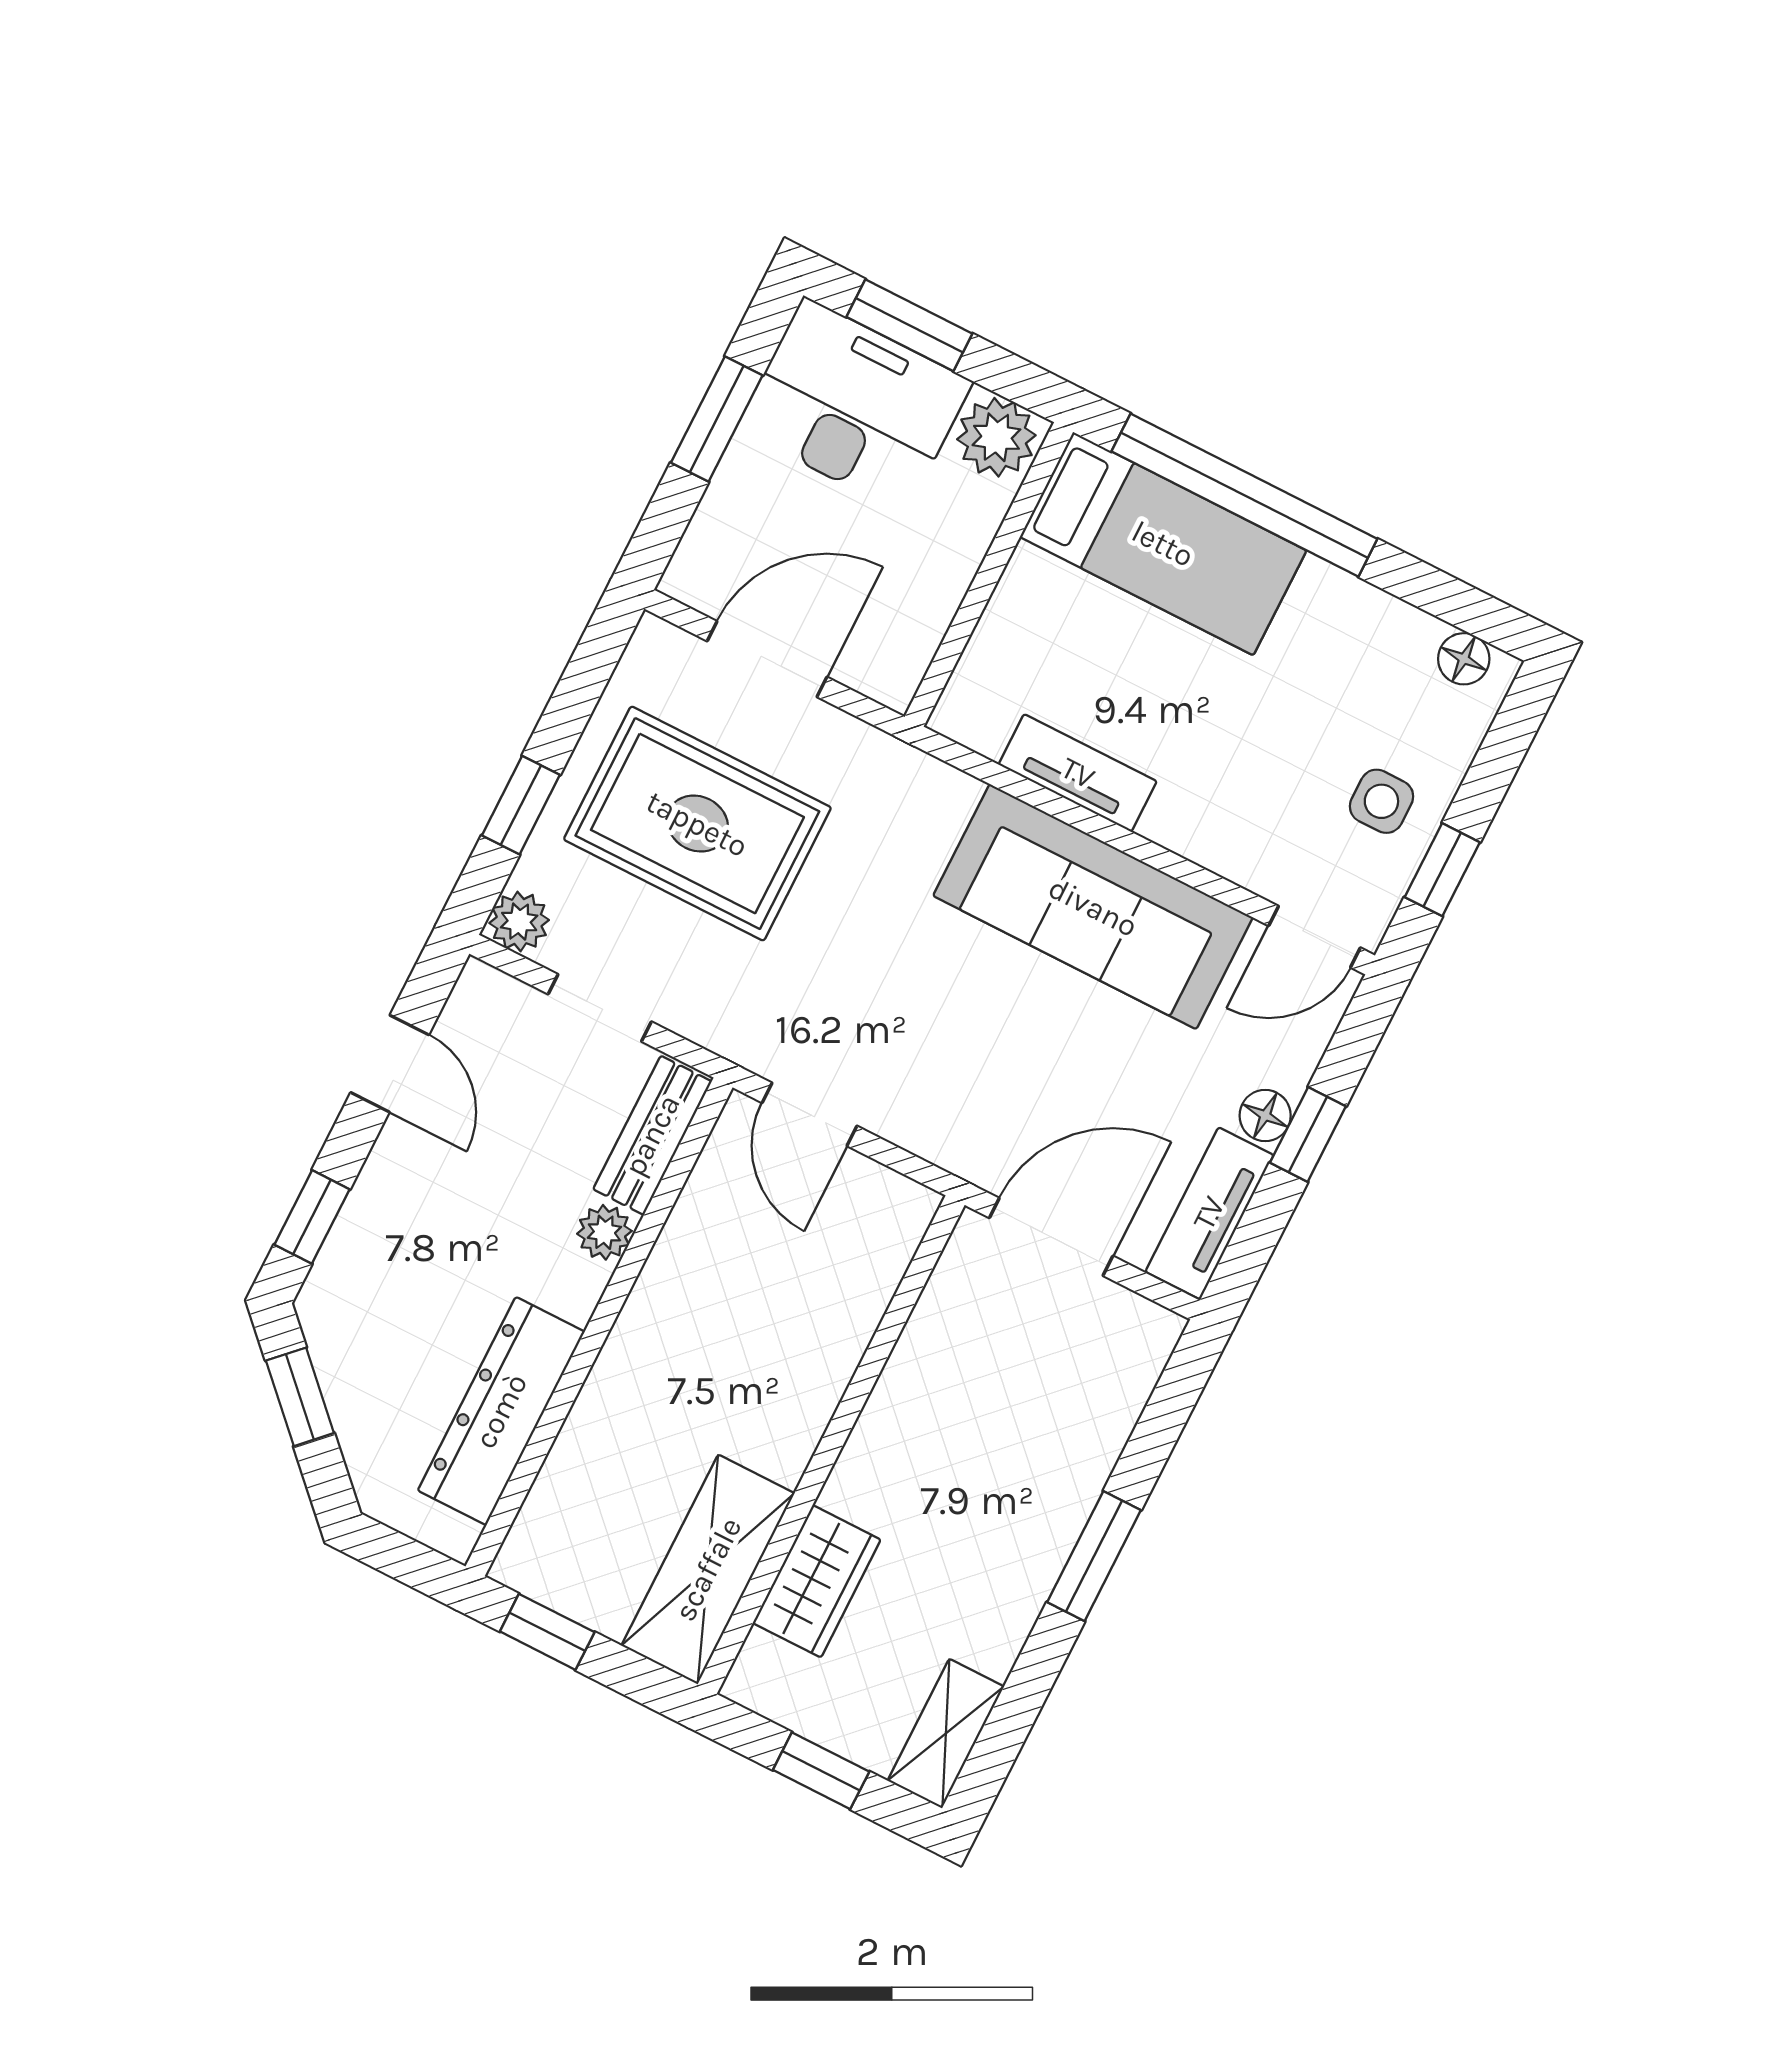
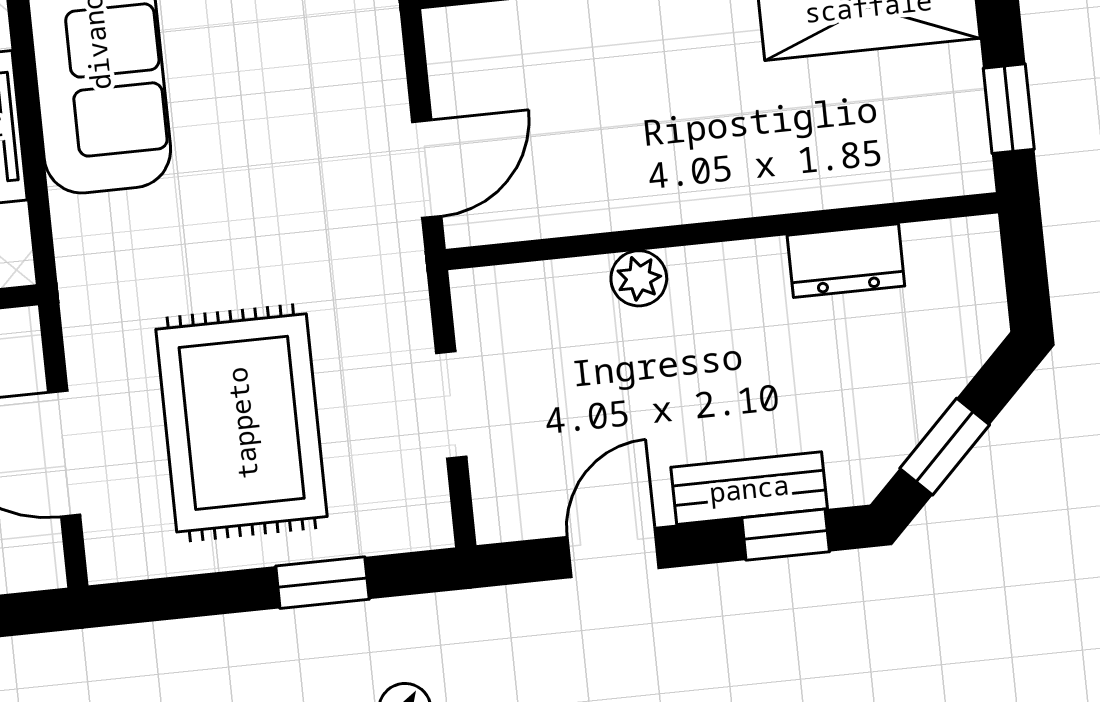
plant: (519, 922) -> (422, 520), removed
bench: (652, 1135) -> (749, 488), moved
dresser: (501, 1411) -> (846, 261), width x0.51, depth x0.80

